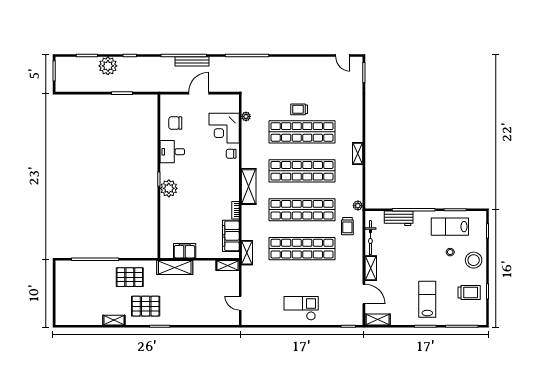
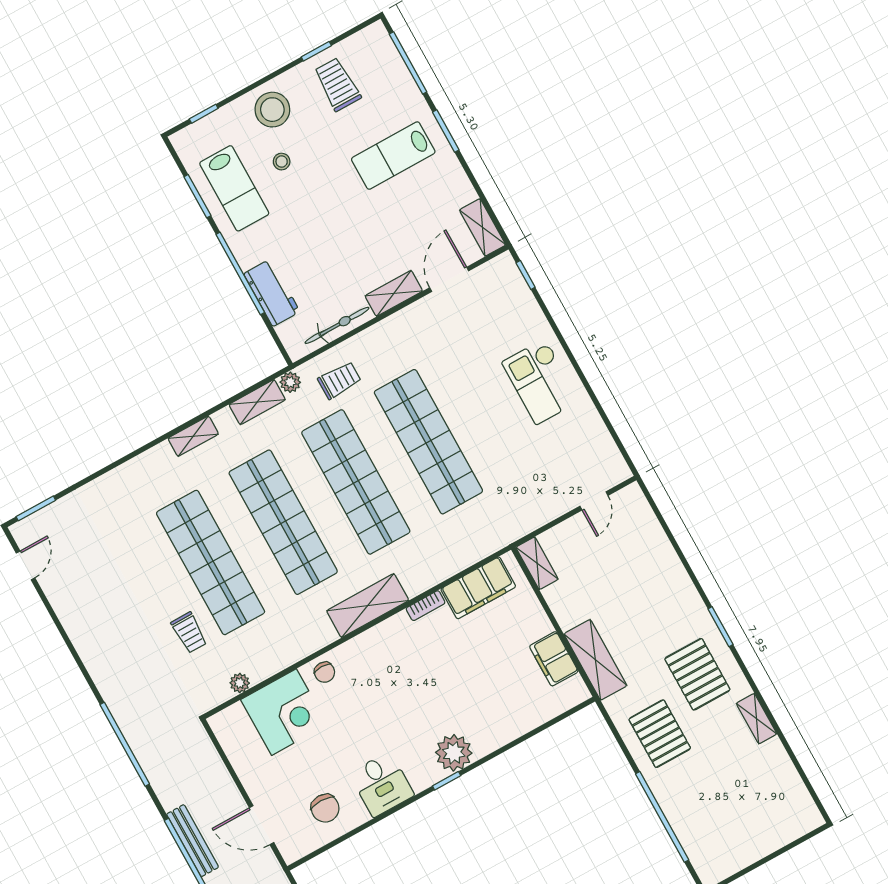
door: (199, 93) -> (262, 825), moved
trolley: (299, 109) -> (189, 633), moved
shelving: (247, 253) -> (257, 402), moved

